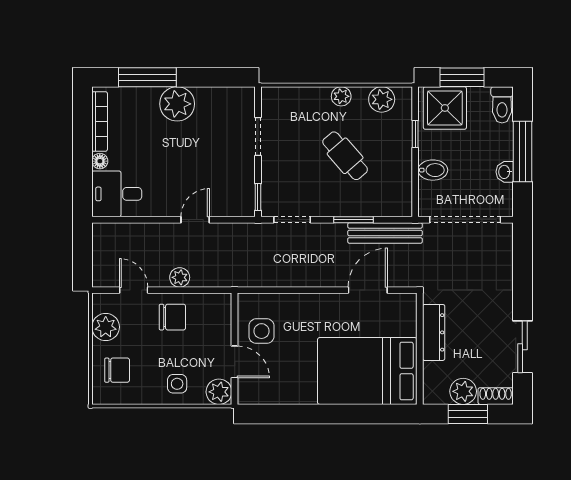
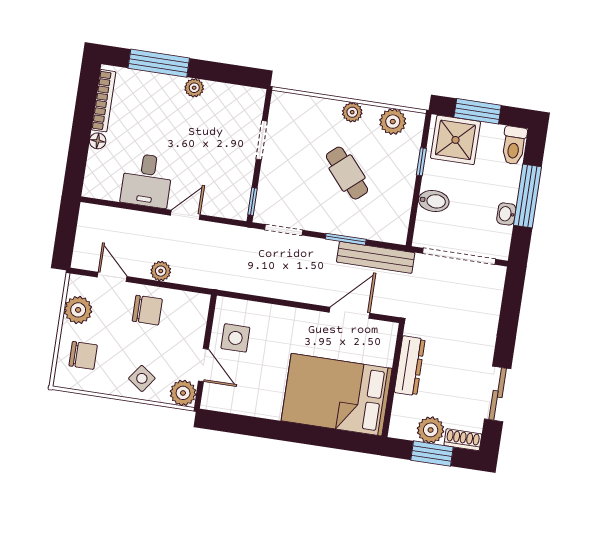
plant: (177, 104) -> (194, 88), width x0.53, depth x0.53
desk: (117, 194) -> (147, 180), moved, turned -90
side table: (177, 384) -> (142, 378), turned 36

